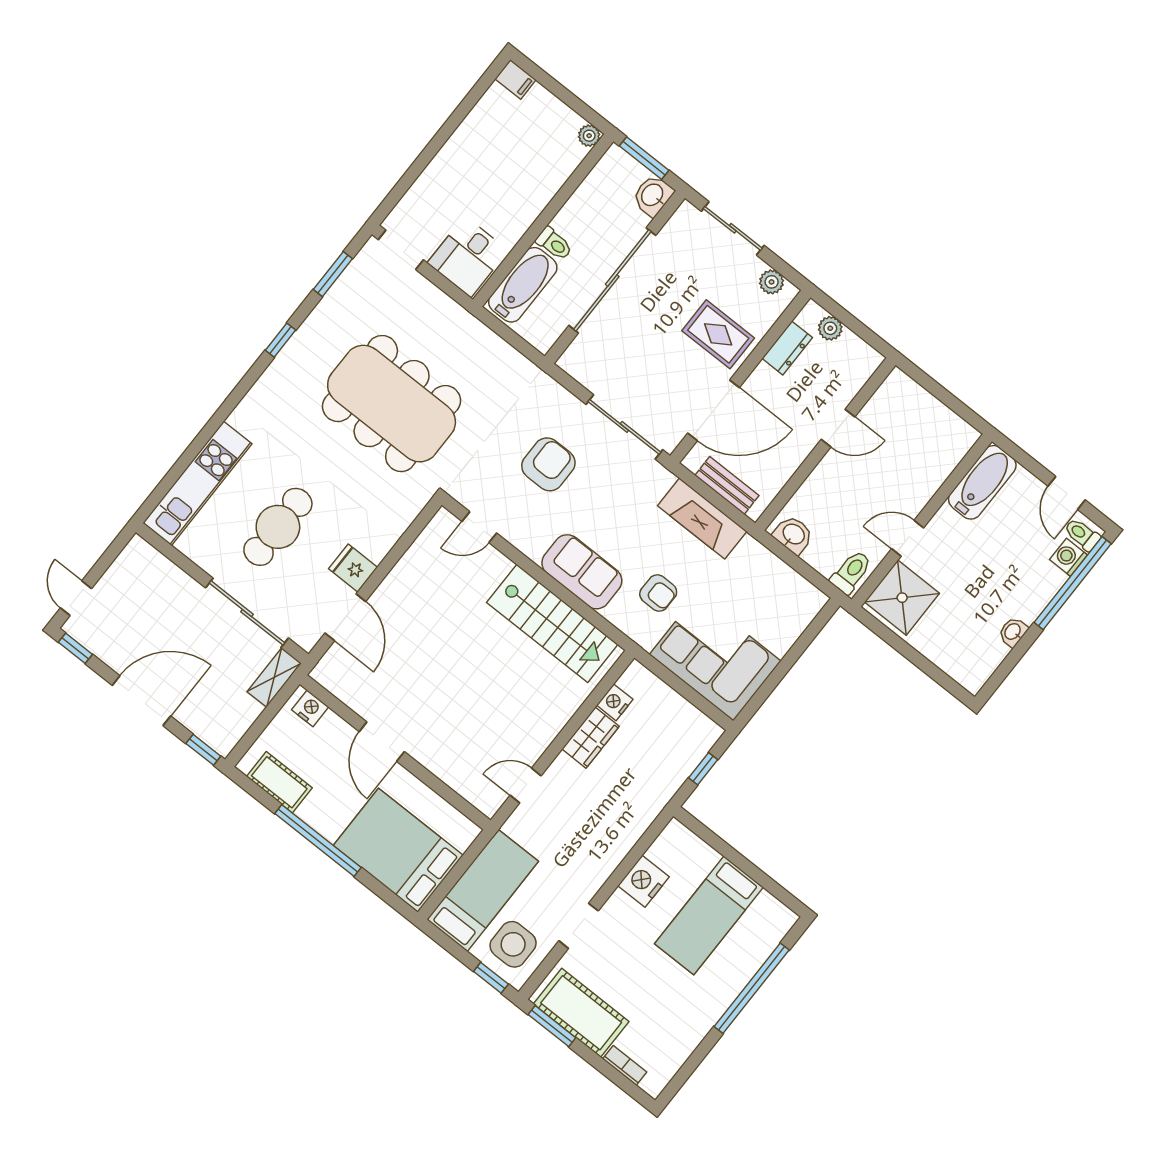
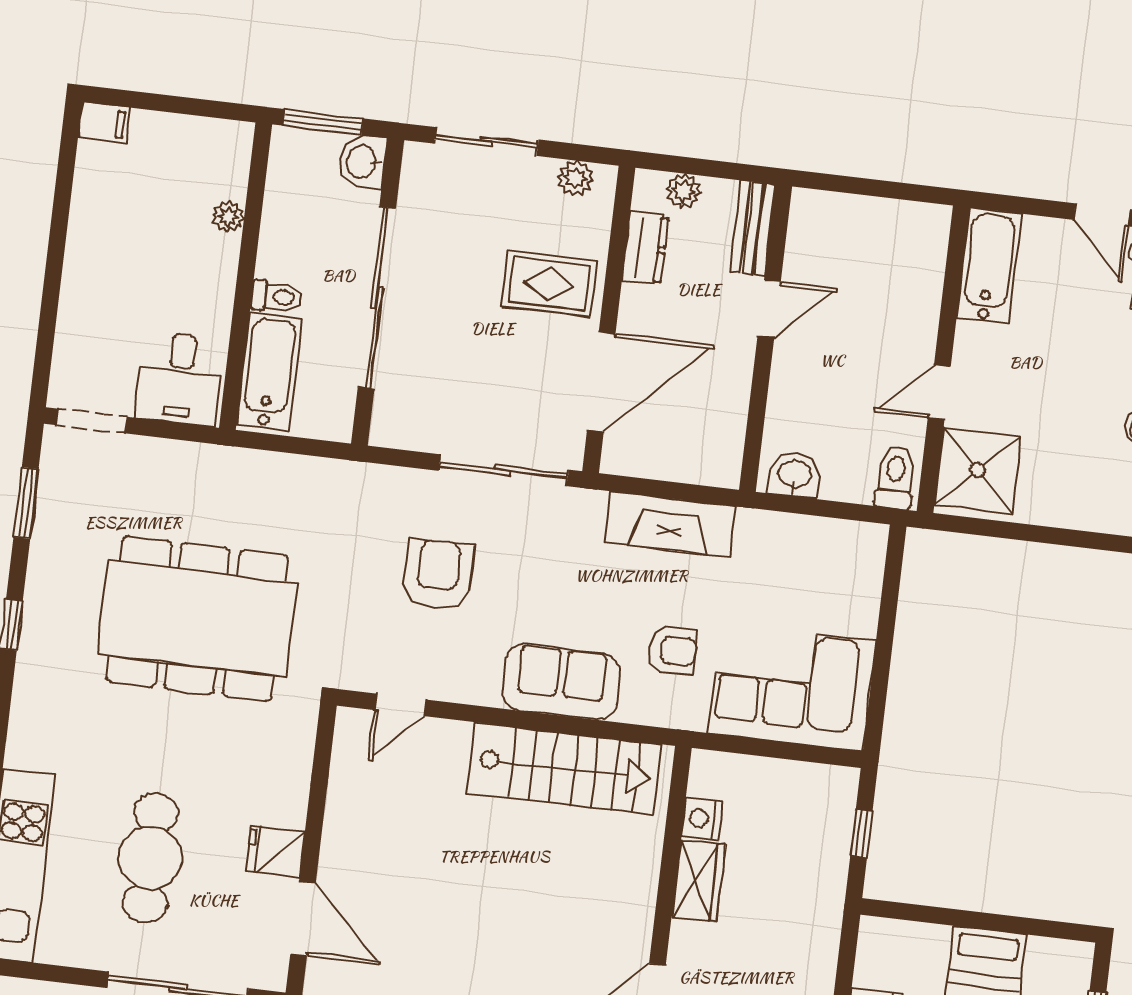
plant: (589, 136) -> (228, 217), moved
bench: (727, 485) -> (753, 228), moved, turned 90

